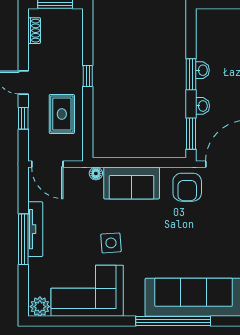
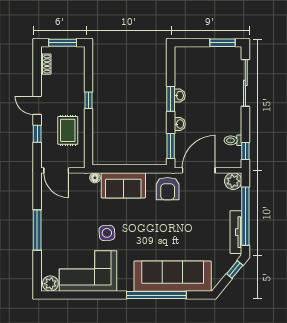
tv unit: (35, 229) -> (47, 222), removed

